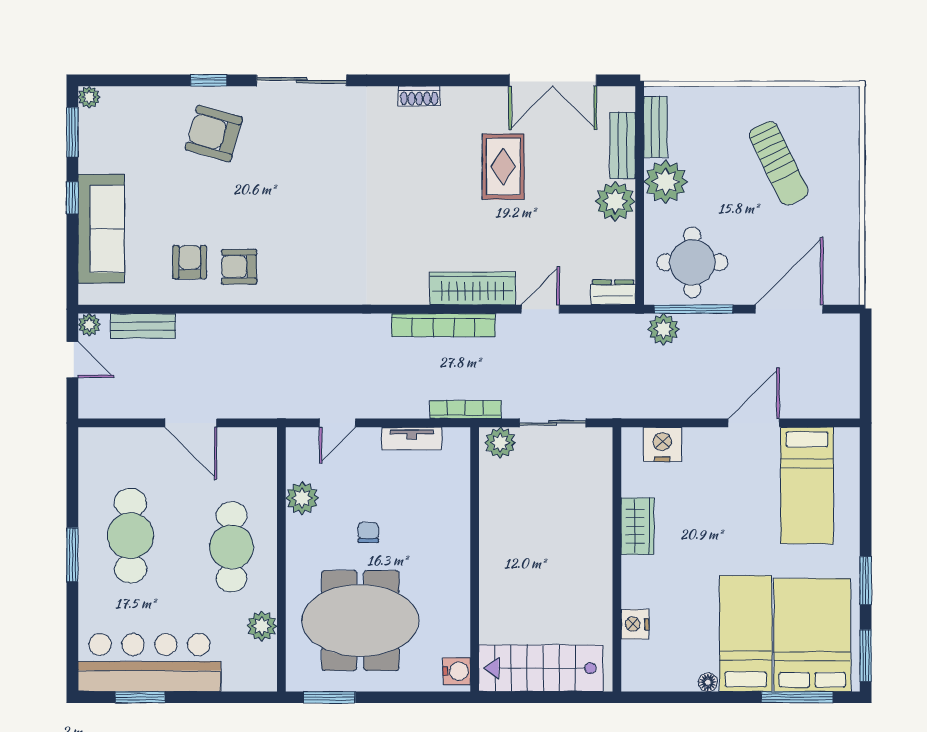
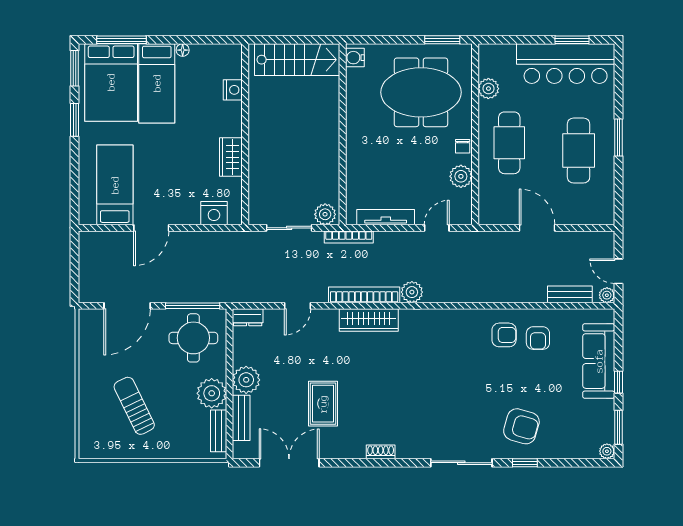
wardrobe: (473, 288) -> (369, 320), moved
plant: (663, 329) -> (412, 292), moved
tv unit: (412, 439) -> (386, 217), width x1.41
chair: (368, 533) -> (463, 146), moved

